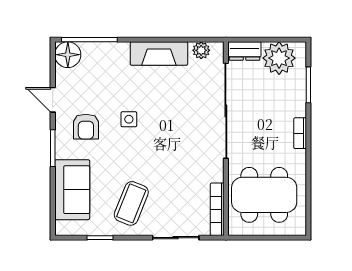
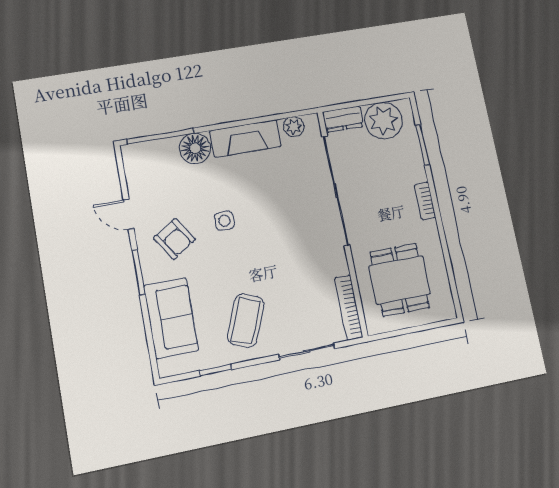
floor lamp: (68, 55) -> (195, 148), moved
armchair: (86, 127) -> (174, 239), turned -33
dining table: (264, 195) -> (400, 280), width x0.73

